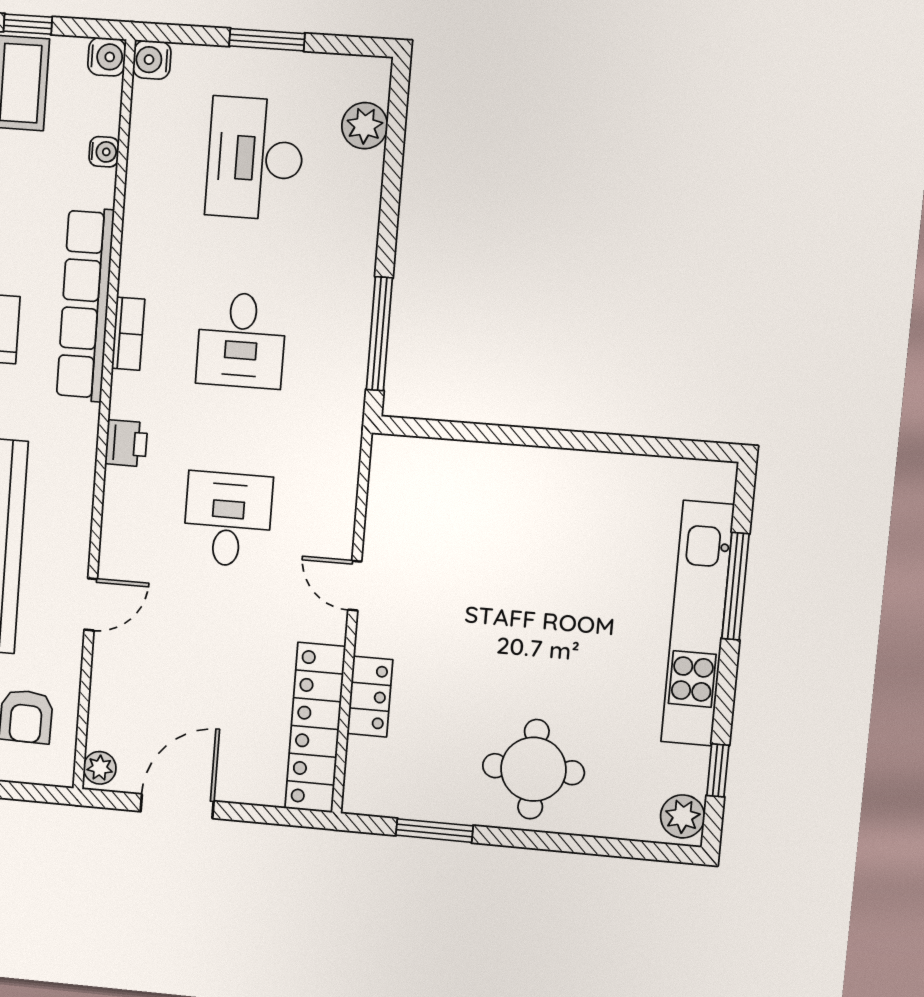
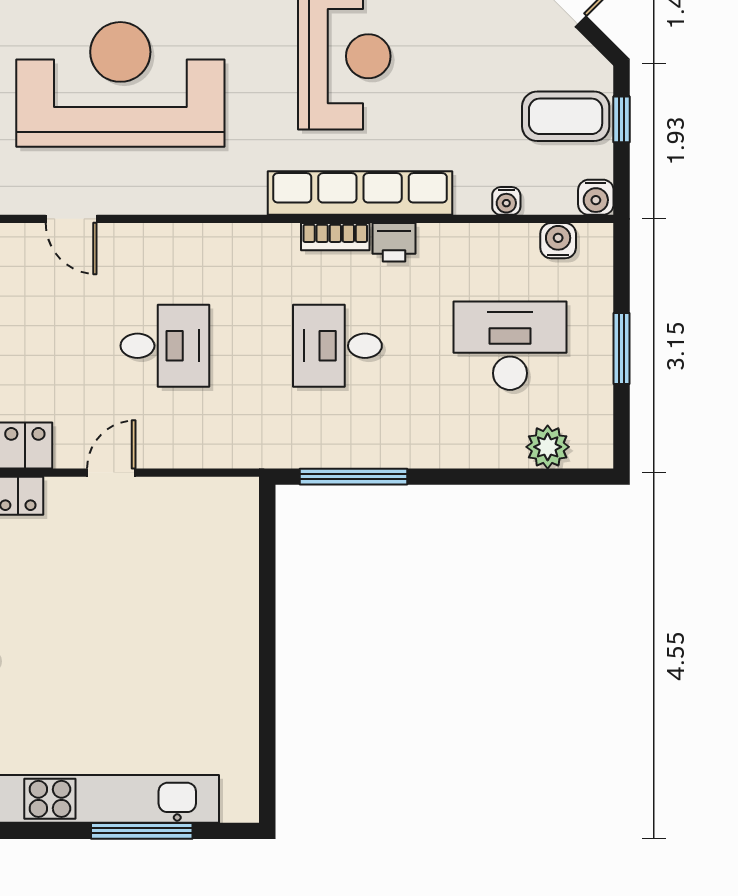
water cooler: (152, 60) -> (558, 241), moved
printer: (126, 443) -> (394, 242), moved

